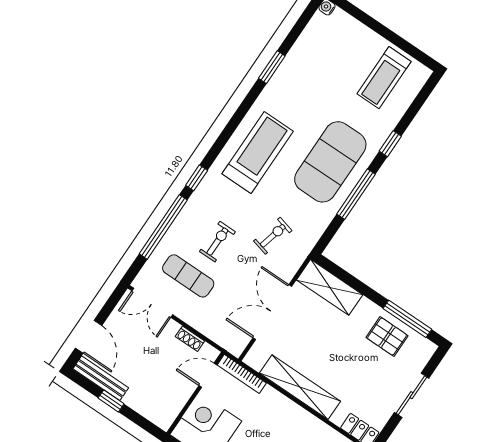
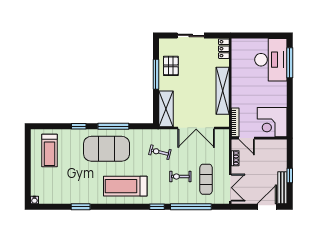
treadmill: (384, 78) -> (49, 150), turned 90
window: (407, 319) -> (156, 74), moved

